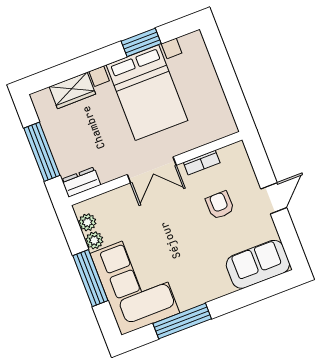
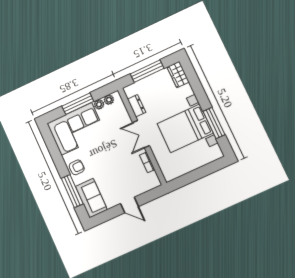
window: (141, 42) -> (214, 123), width x1.44
wardrobe: (72, 90) -> (178, 75), moved
dresser: (81, 182) -> (137, 106), moved
armchair: (220, 205) -> (77, 167), moved
window: (182, 321) -> (72, 191), moved

